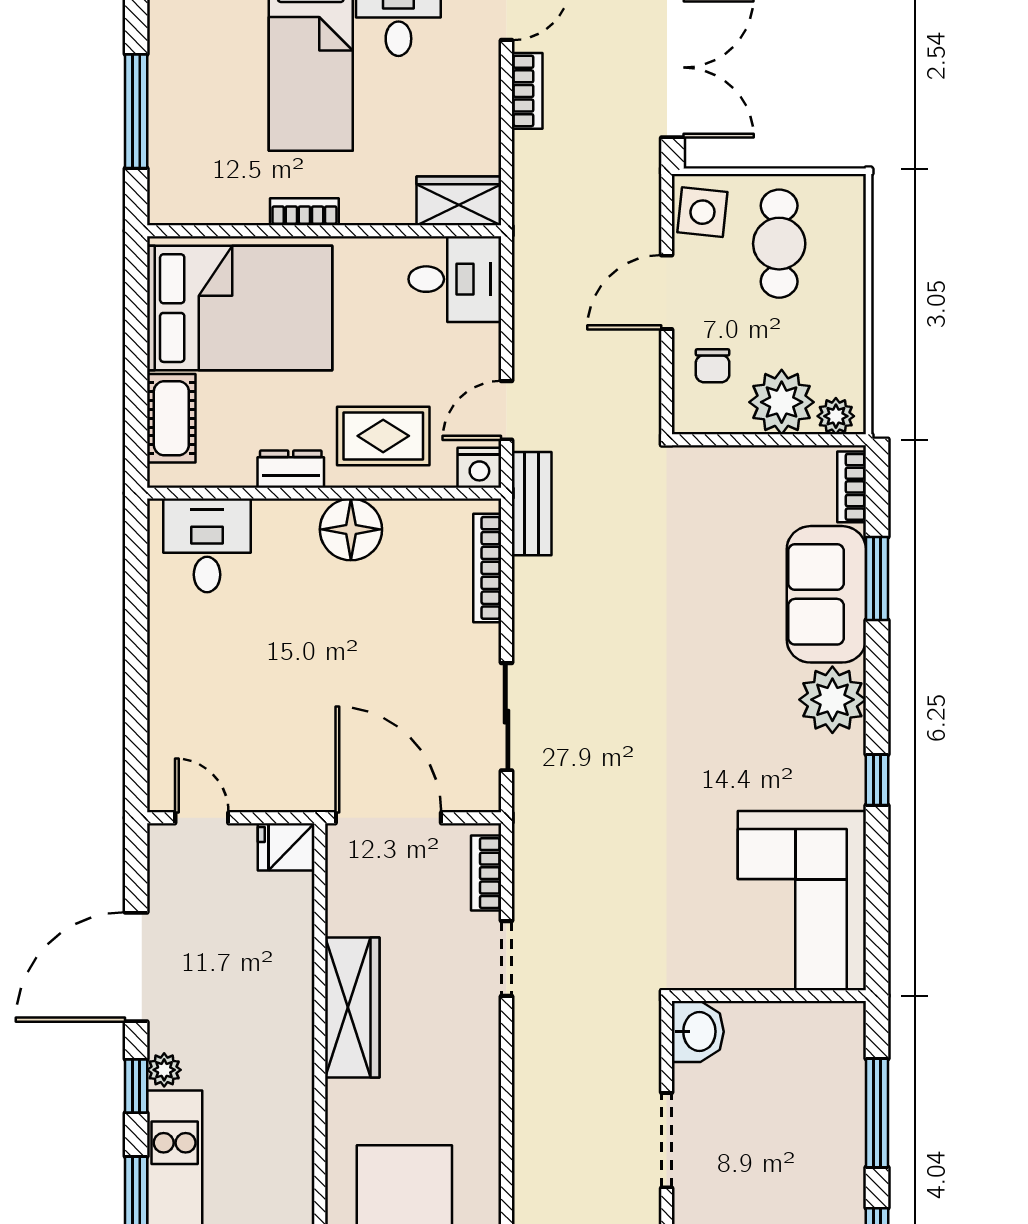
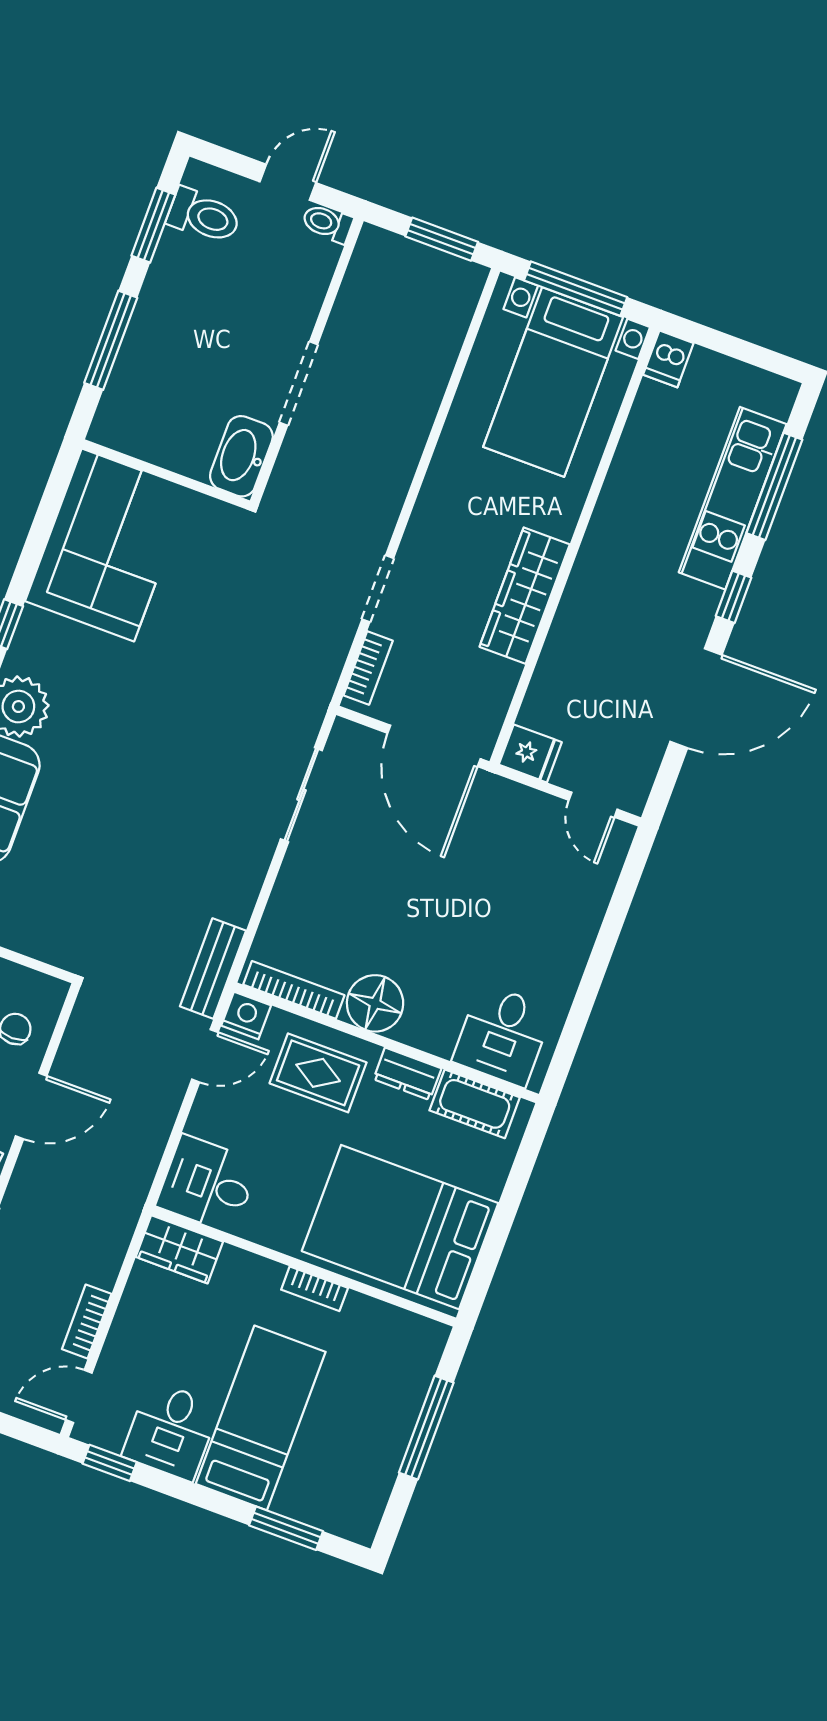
cot: (171, 418) -> (475, 1104), moved, turned 90
bookcase: (487, 568) -> (294, 990), moved, turned -90
washbasin: (698, 1032) -> (241, 456), width x1.38
plant: (164, 1070) -> (705, 602), removed

